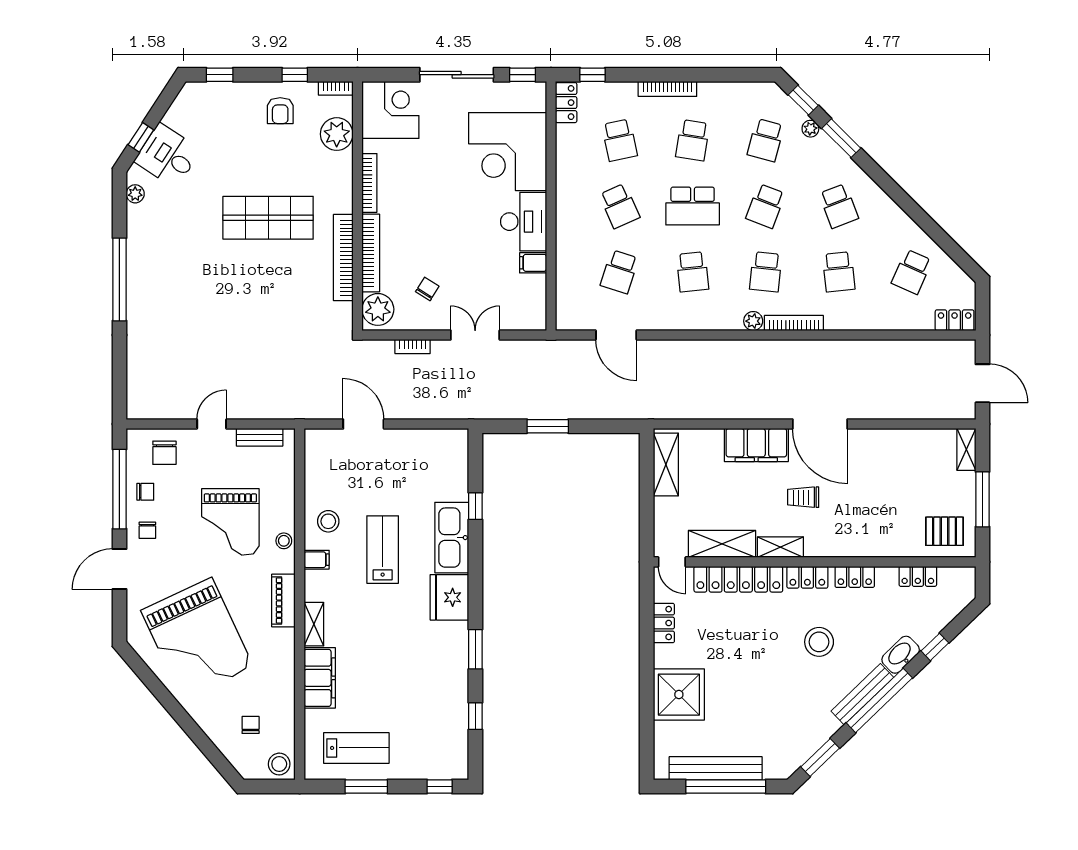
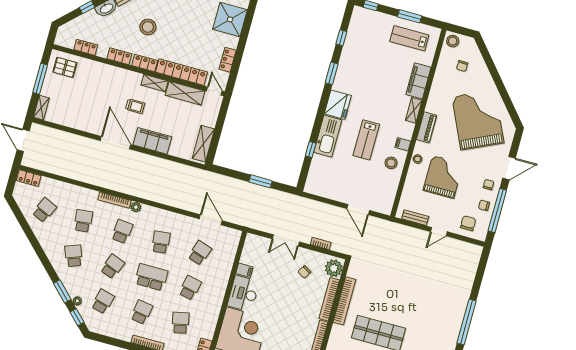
school desk: (620, 206) -> (190, 288), turned 36

